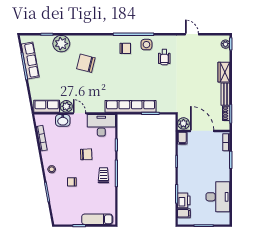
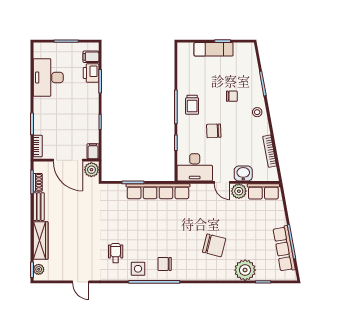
wardrobe: (224, 72) -> (41, 241), width x1.50
exam couch: (97, 219) -> (214, 49), moved

